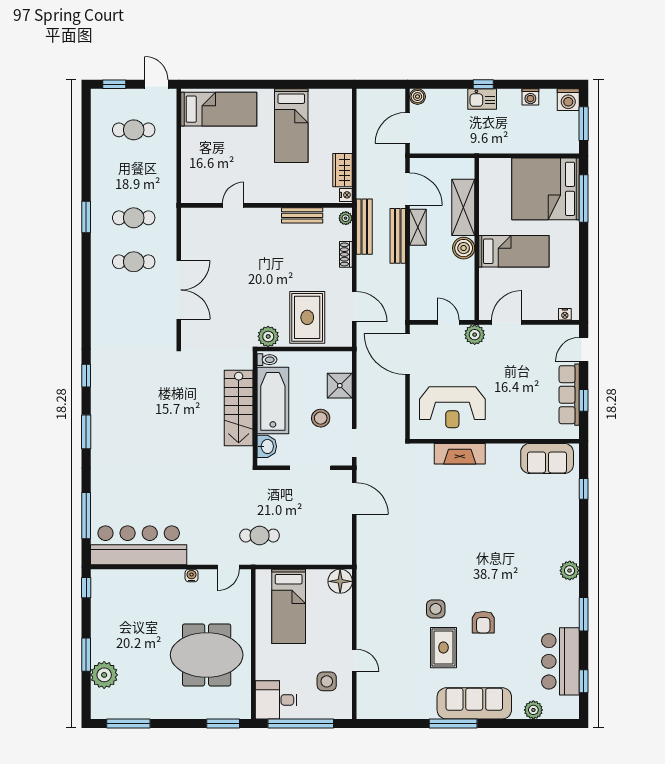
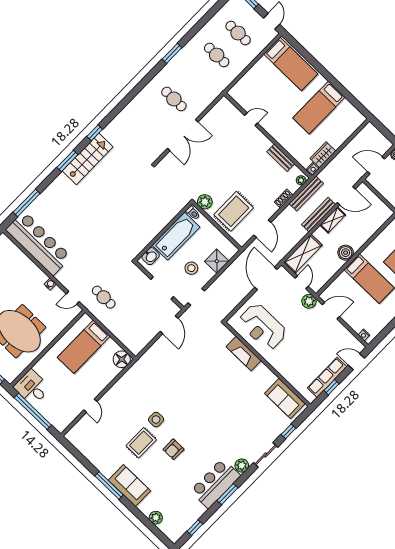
door: (408, 189) -> (346, 196), hinge flipped
shelving: (463, 207) -> (303, 254), moved
cafe table: (134, 218) -> (217, 55), moved
stairs: (239, 408) -> (88, 159), moved, turned 180
sliding door: (584, 536) -> (266, 455), added
bar counter: (560, 661) -> (215, 483), moved
side table: (327, 681) -> (66, 403), removed
sofa: (474, 703) -> (129, 486), width x0.73

